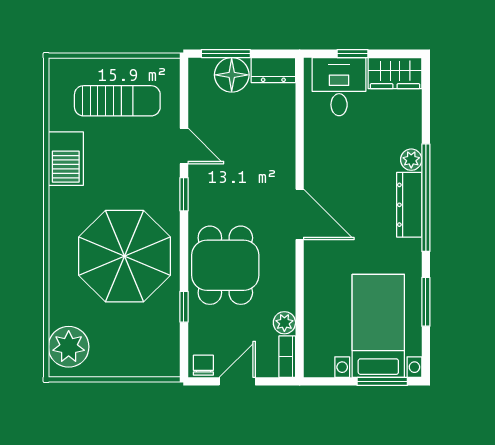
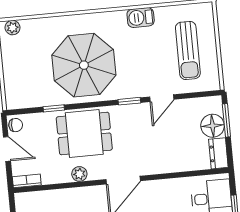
barbecue: (66, 159) -> (141, 18), width x0.73, depth x0.79
plant: (284, 323) -> (79, 174), moved
plant: (69, 347) -> (13, 28), width x0.53, depth x0.53

